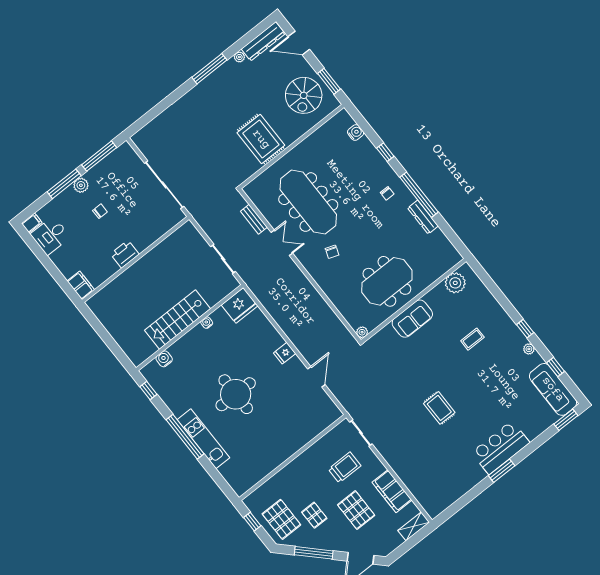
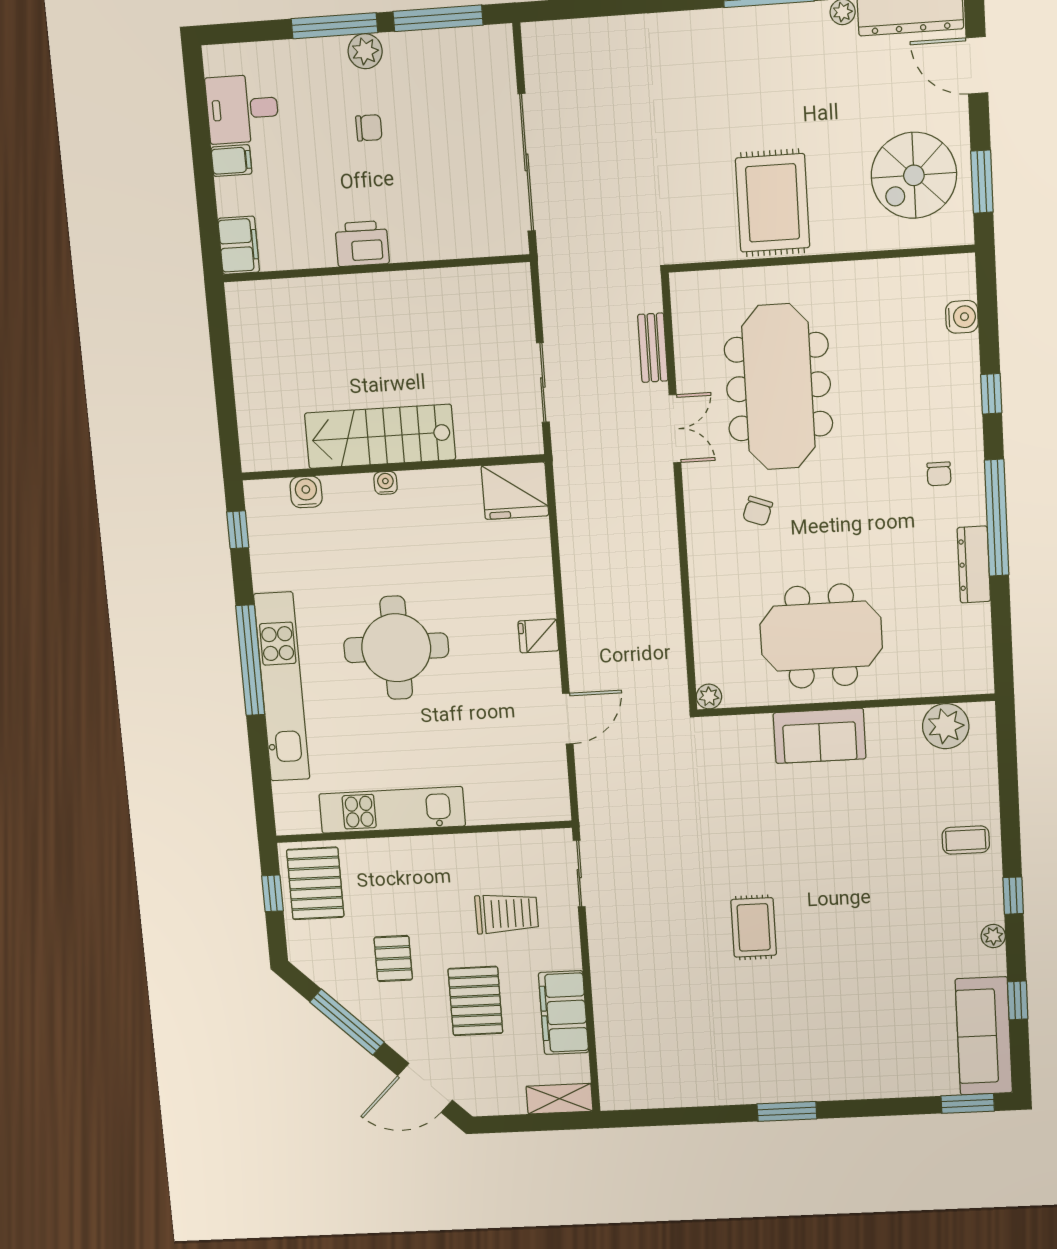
filing cabinet: (32, 223) -> (231, 161), moved
water cooler: (207, 323) -> (386, 483), moved
coffee table: (472, 339) -> (966, 840), moved
kitchen unit: (203, 439) -> (282, 687), width x1.36
bar counter: (501, 448) -> (814, 1071), removed
kitchen unit: (275, 457) -> (392, 810), added
pallet: (281, 519) -> (315, 883), moved

